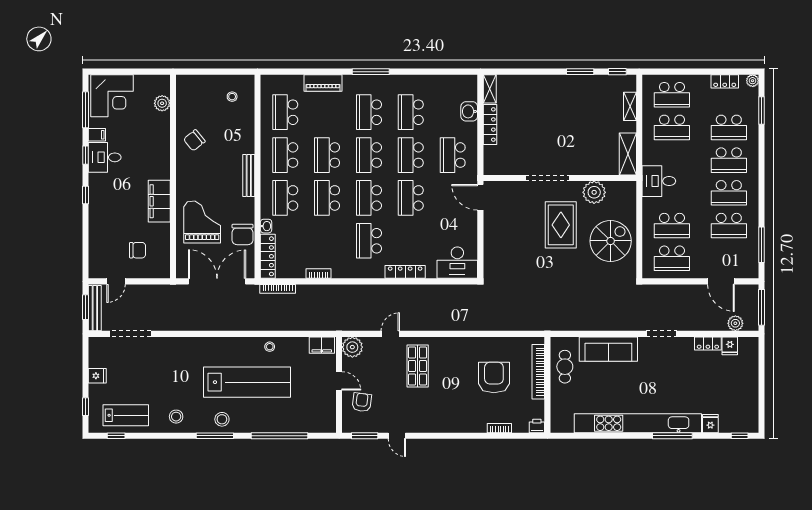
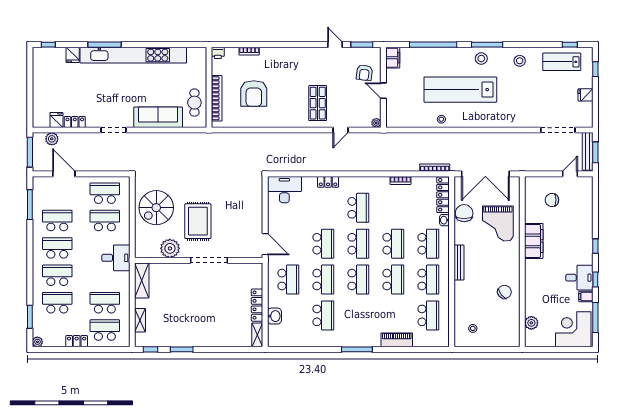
locker: (725, 81) -> (77, 341), moved
school desk: (369, 112) -> (358, 315), removed
locker: (405, 272) -> (328, 182), width x0.66
filing cabinet: (322, 345) -> (393, 58), moved, turned 90
plant: (352, 347) -> (376, 123), width x0.53, depth x0.53

